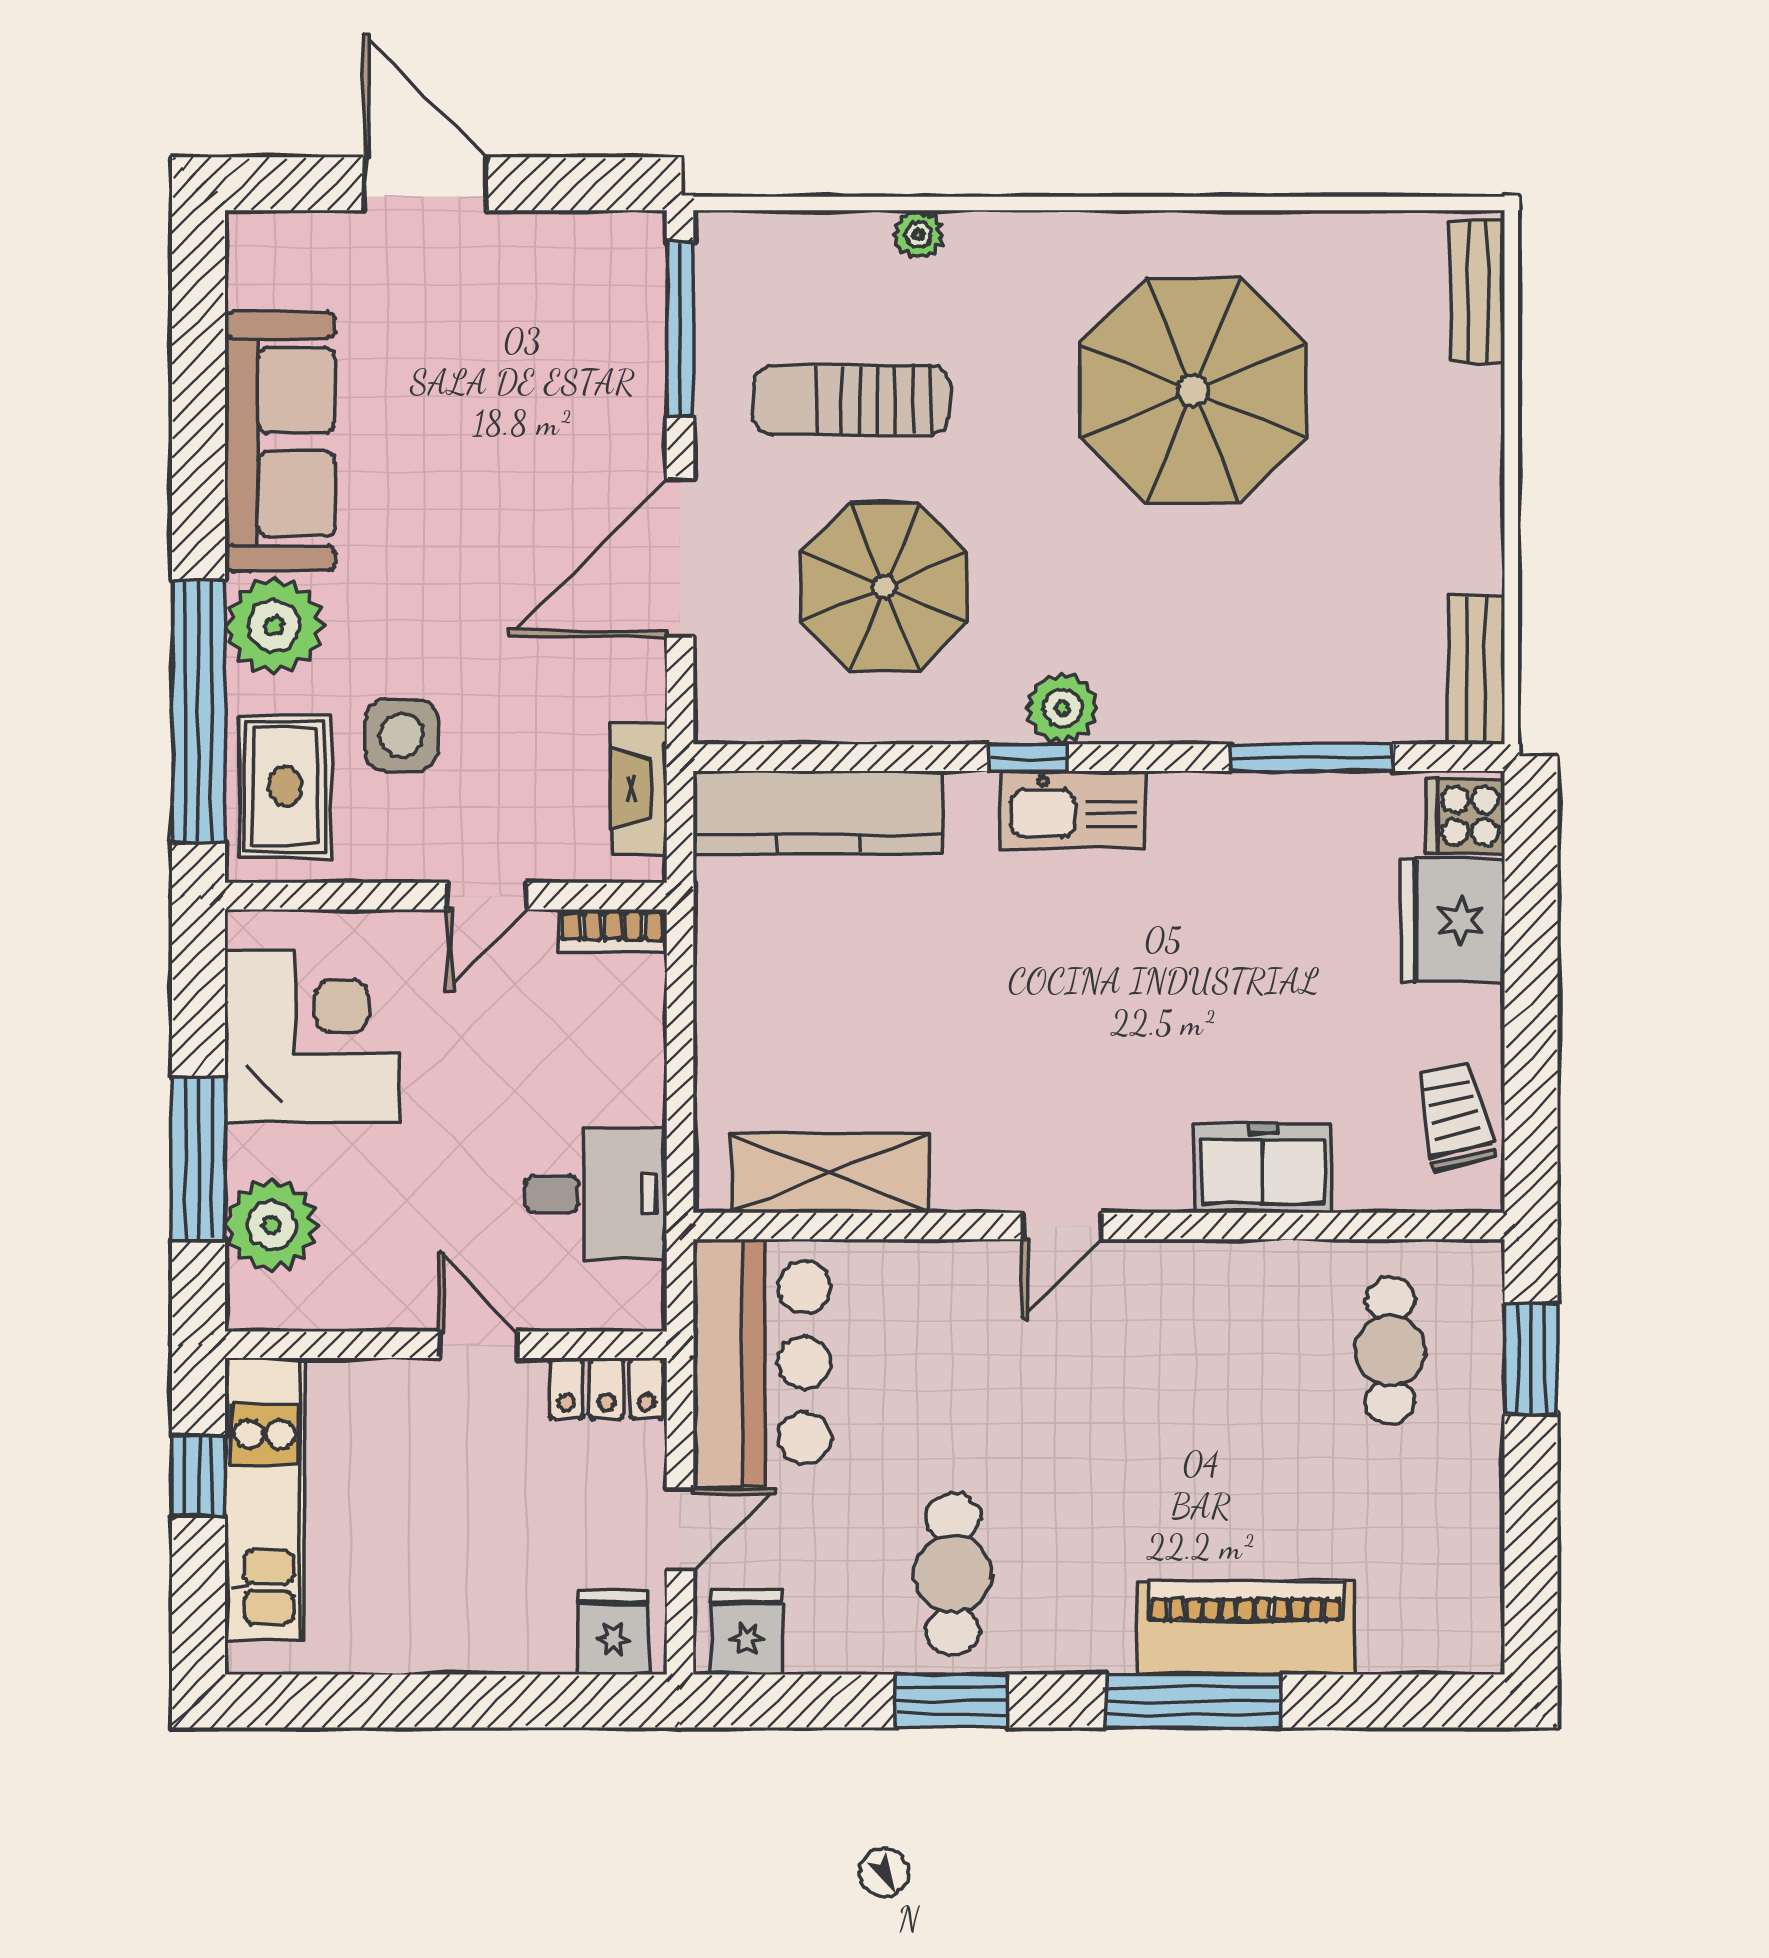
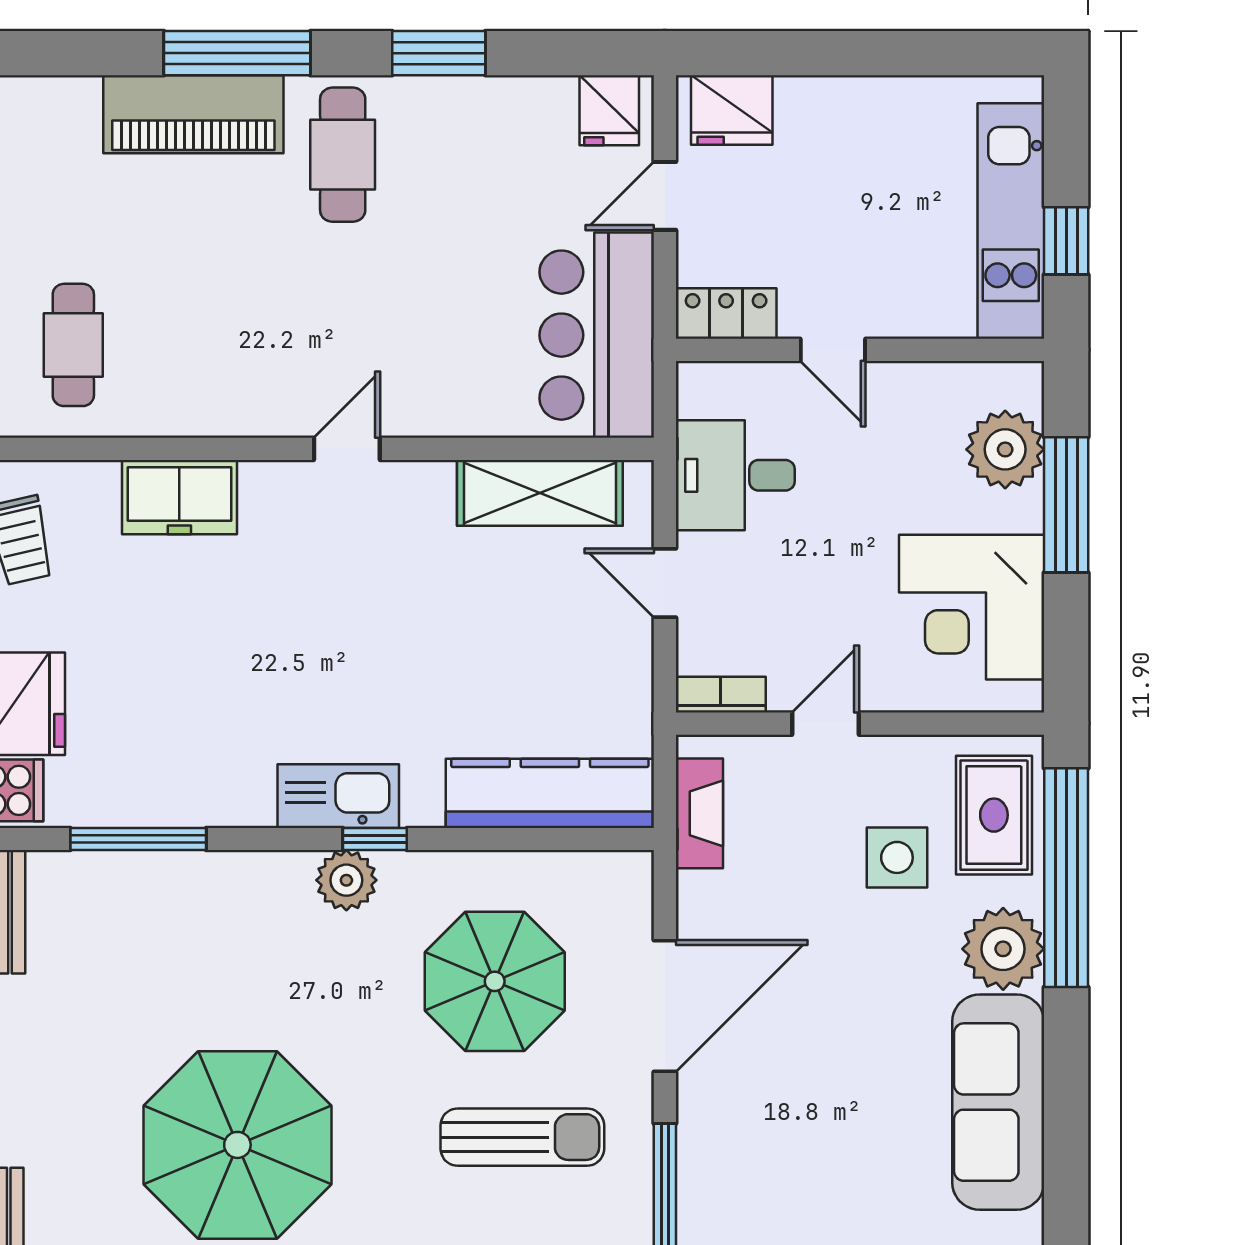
door: (680, 1065) -> (665, 583), added
cafe table: (953, 1574) -> (343, 155), moved
fridge: (613, 1633) -> (732, 110), width x1.38

